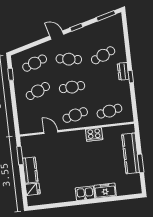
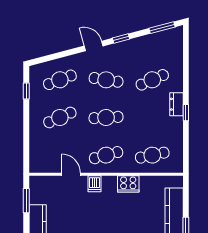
dishwasher: (69, 137) -> (95, 184), added

